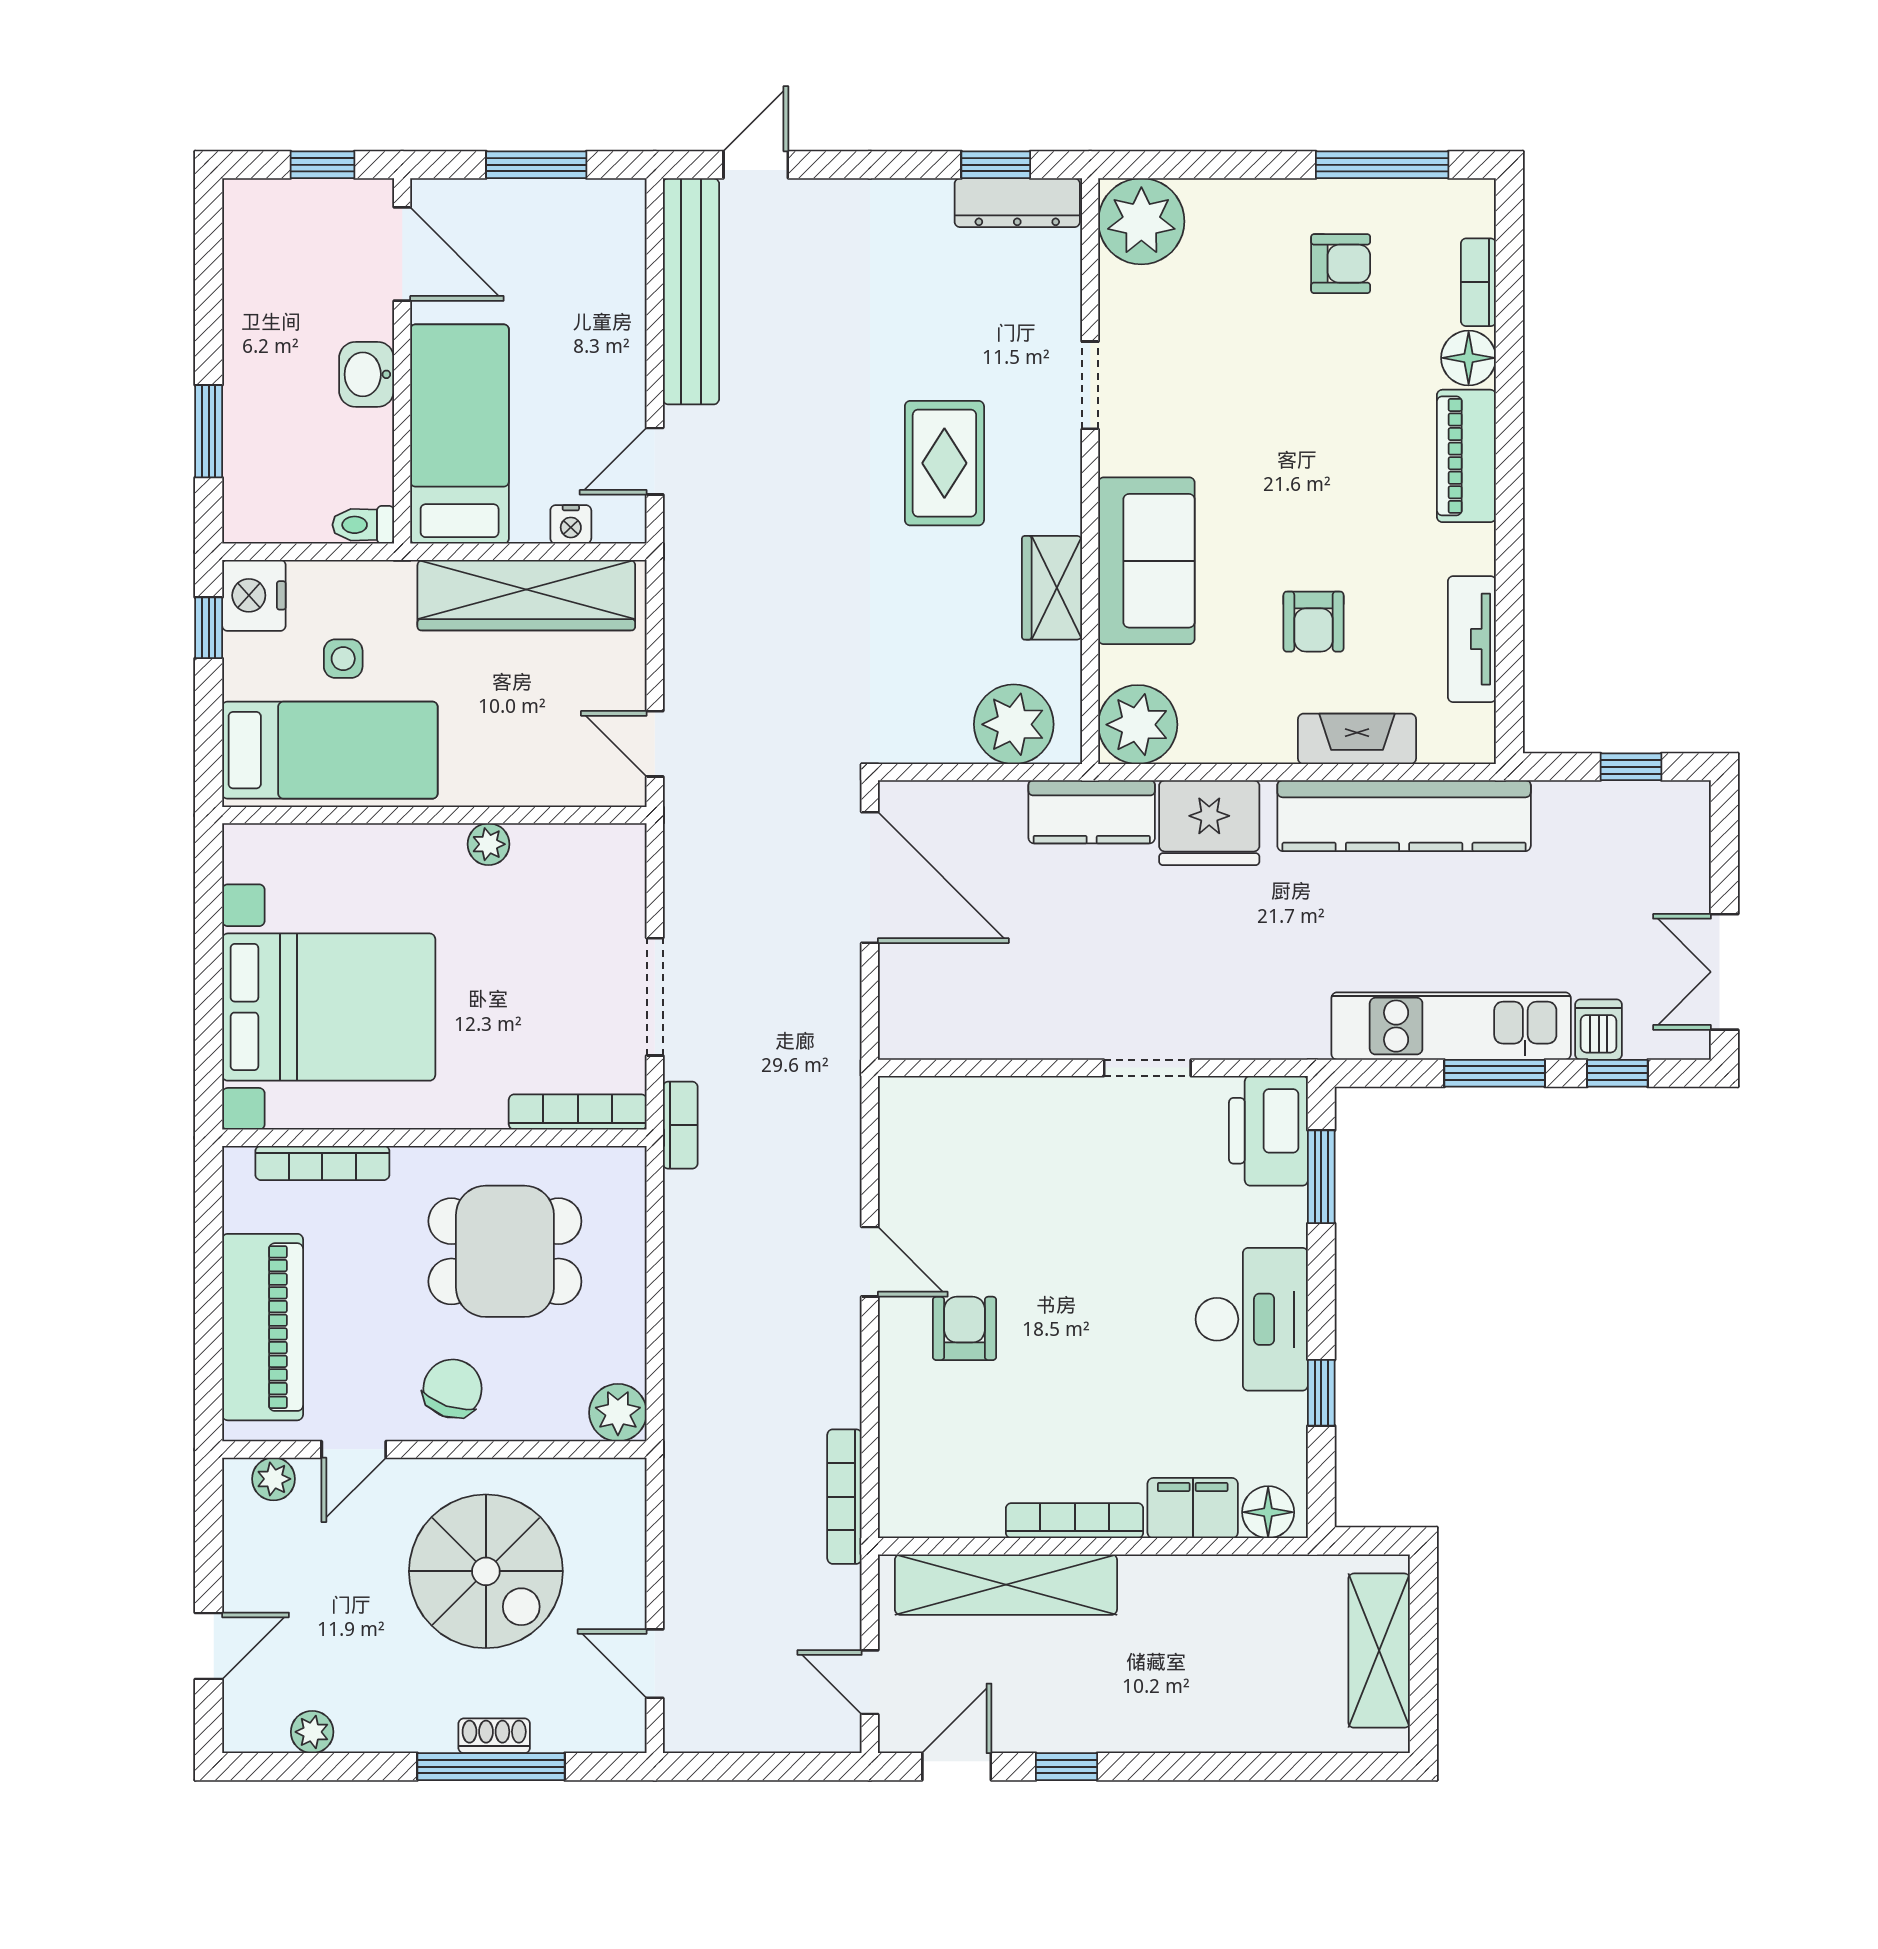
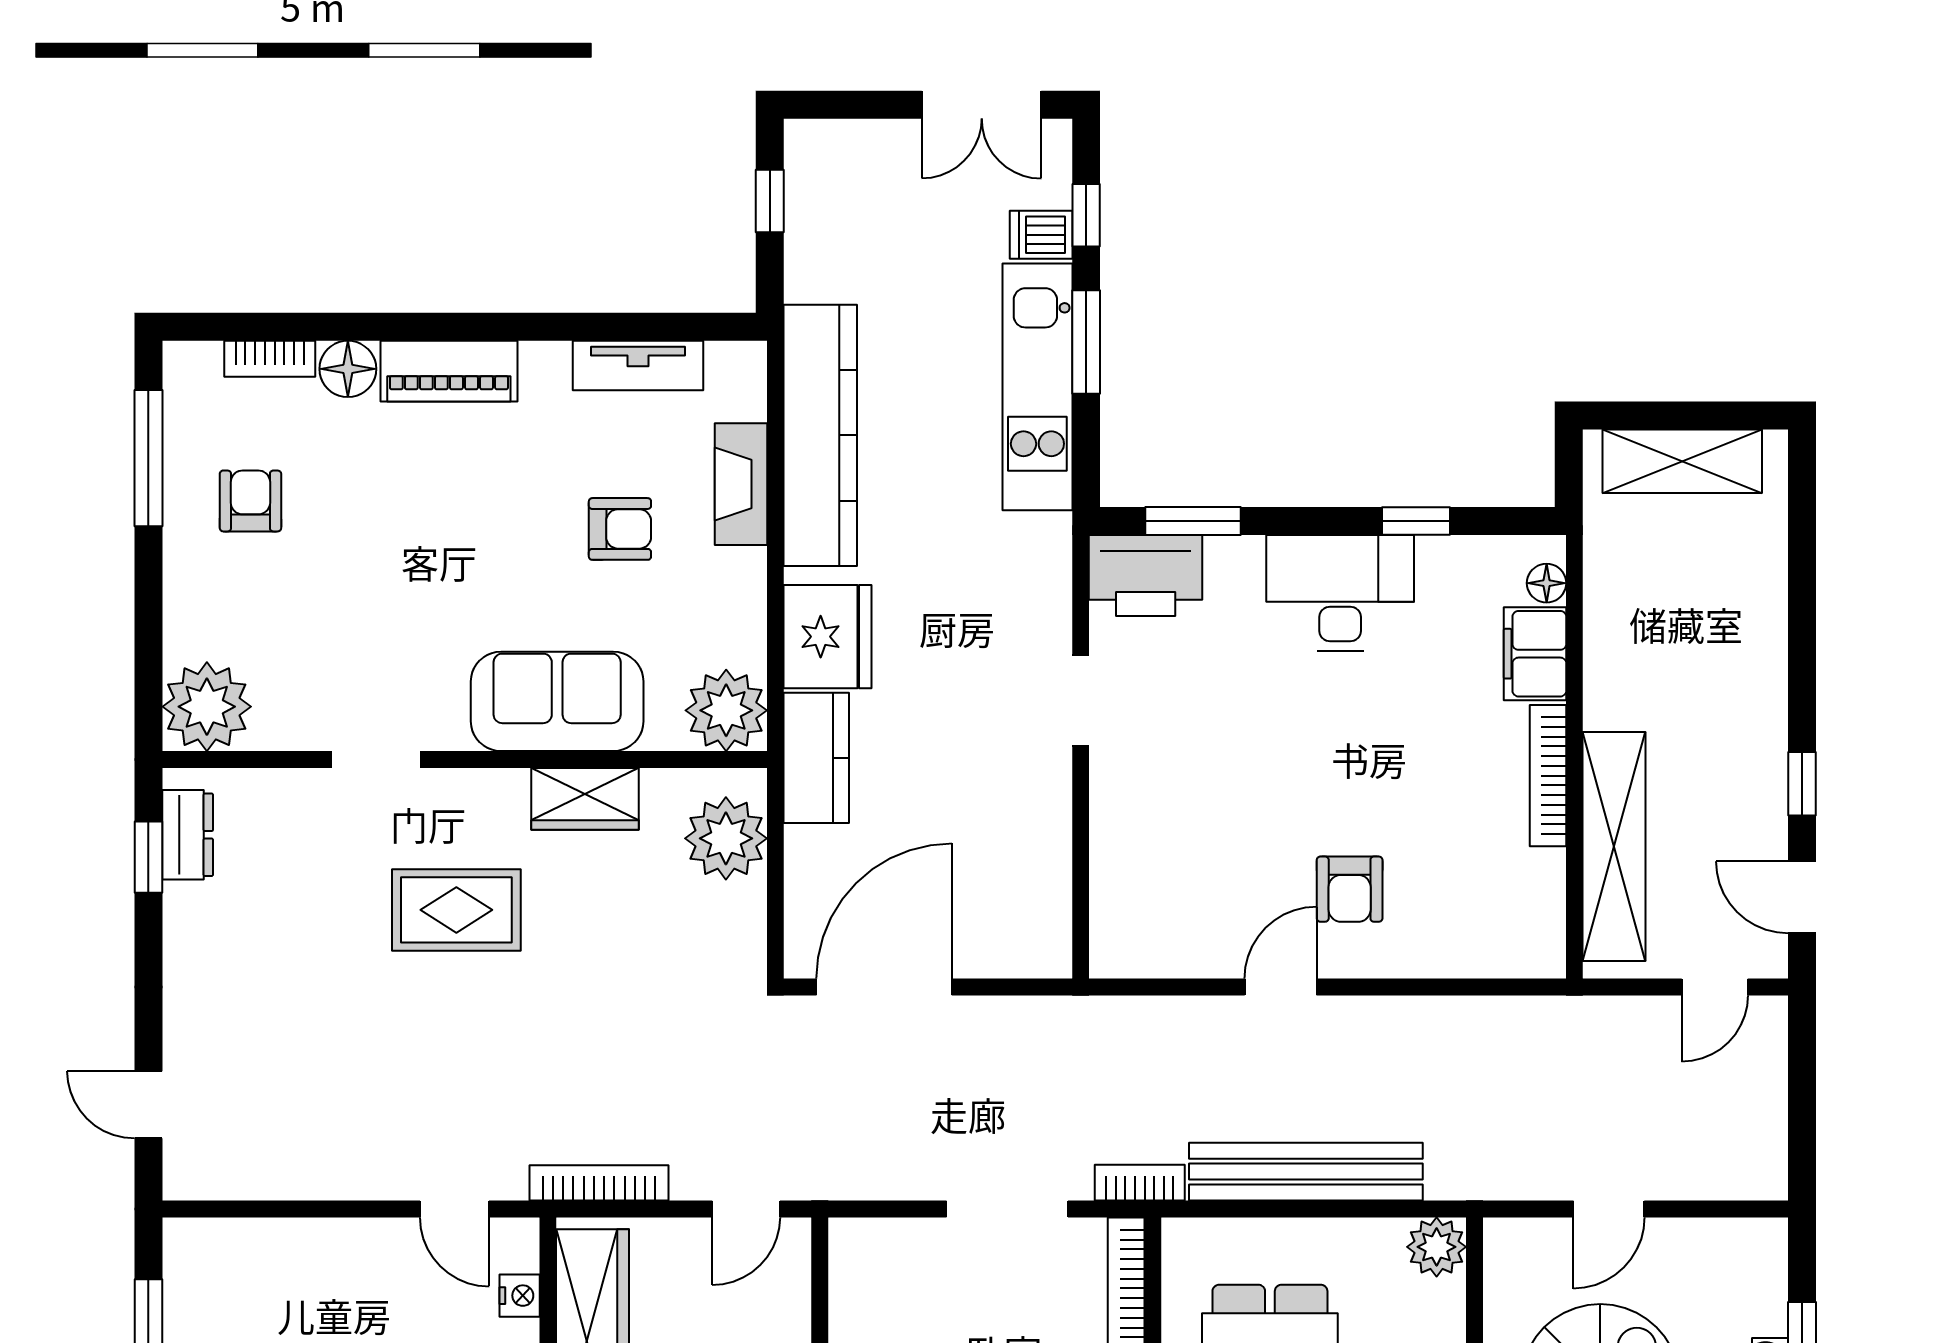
dresser: (1017, 203) -> (188, 835), width x0.70
bench: (691, 291) -> (1306, 1172), moved
armchair: (965, 1328) -> (1350, 889), turned -90
bookcase: (844, 1497) -> (599, 1183), moved, turned 180
floor lamp: (1268, 1512) -> (1547, 583), width x0.73, depth x0.73
door: (655, 1664) -> (1609, 1209), moved

